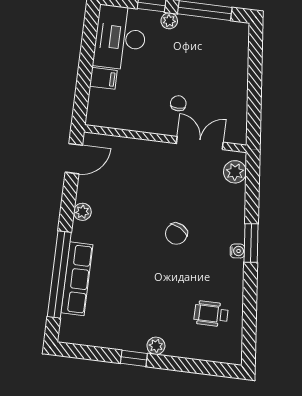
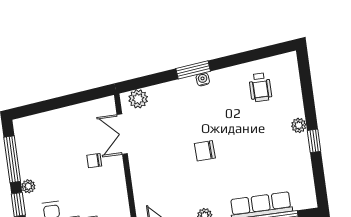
chair: (176, 234) -> (205, 151), moved, turned 149

